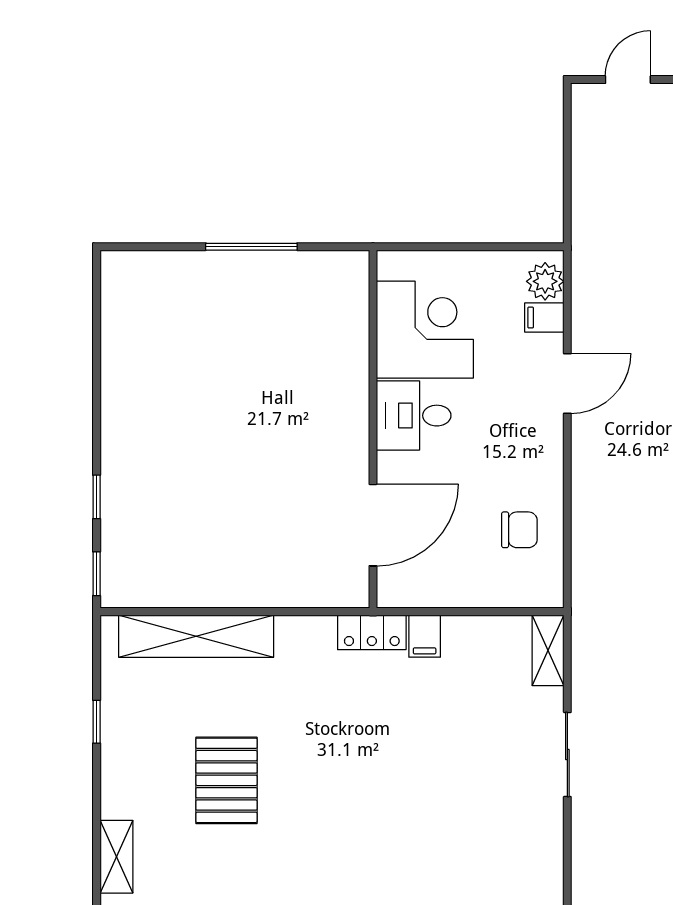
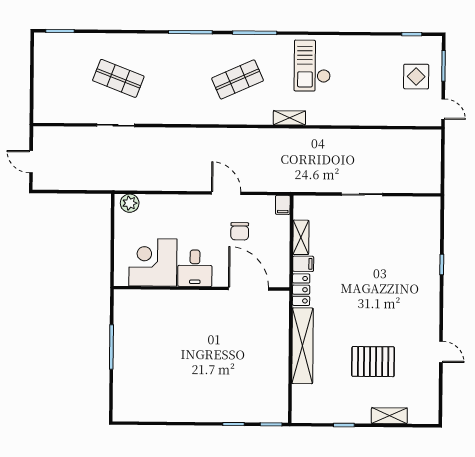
filing cabinet: (544, 318) -> (283, 205), moved
door: (567, 383) -> (226, 193), moved
chair: (519, 530) -> (240, 231), moved, turned 180
shelving: (196, 636) -> (302, 346), moved
shelving: (548, 650) -> (301, 237), moved, turned 90
shelving: (116, 857) -> (389, 416), moved

